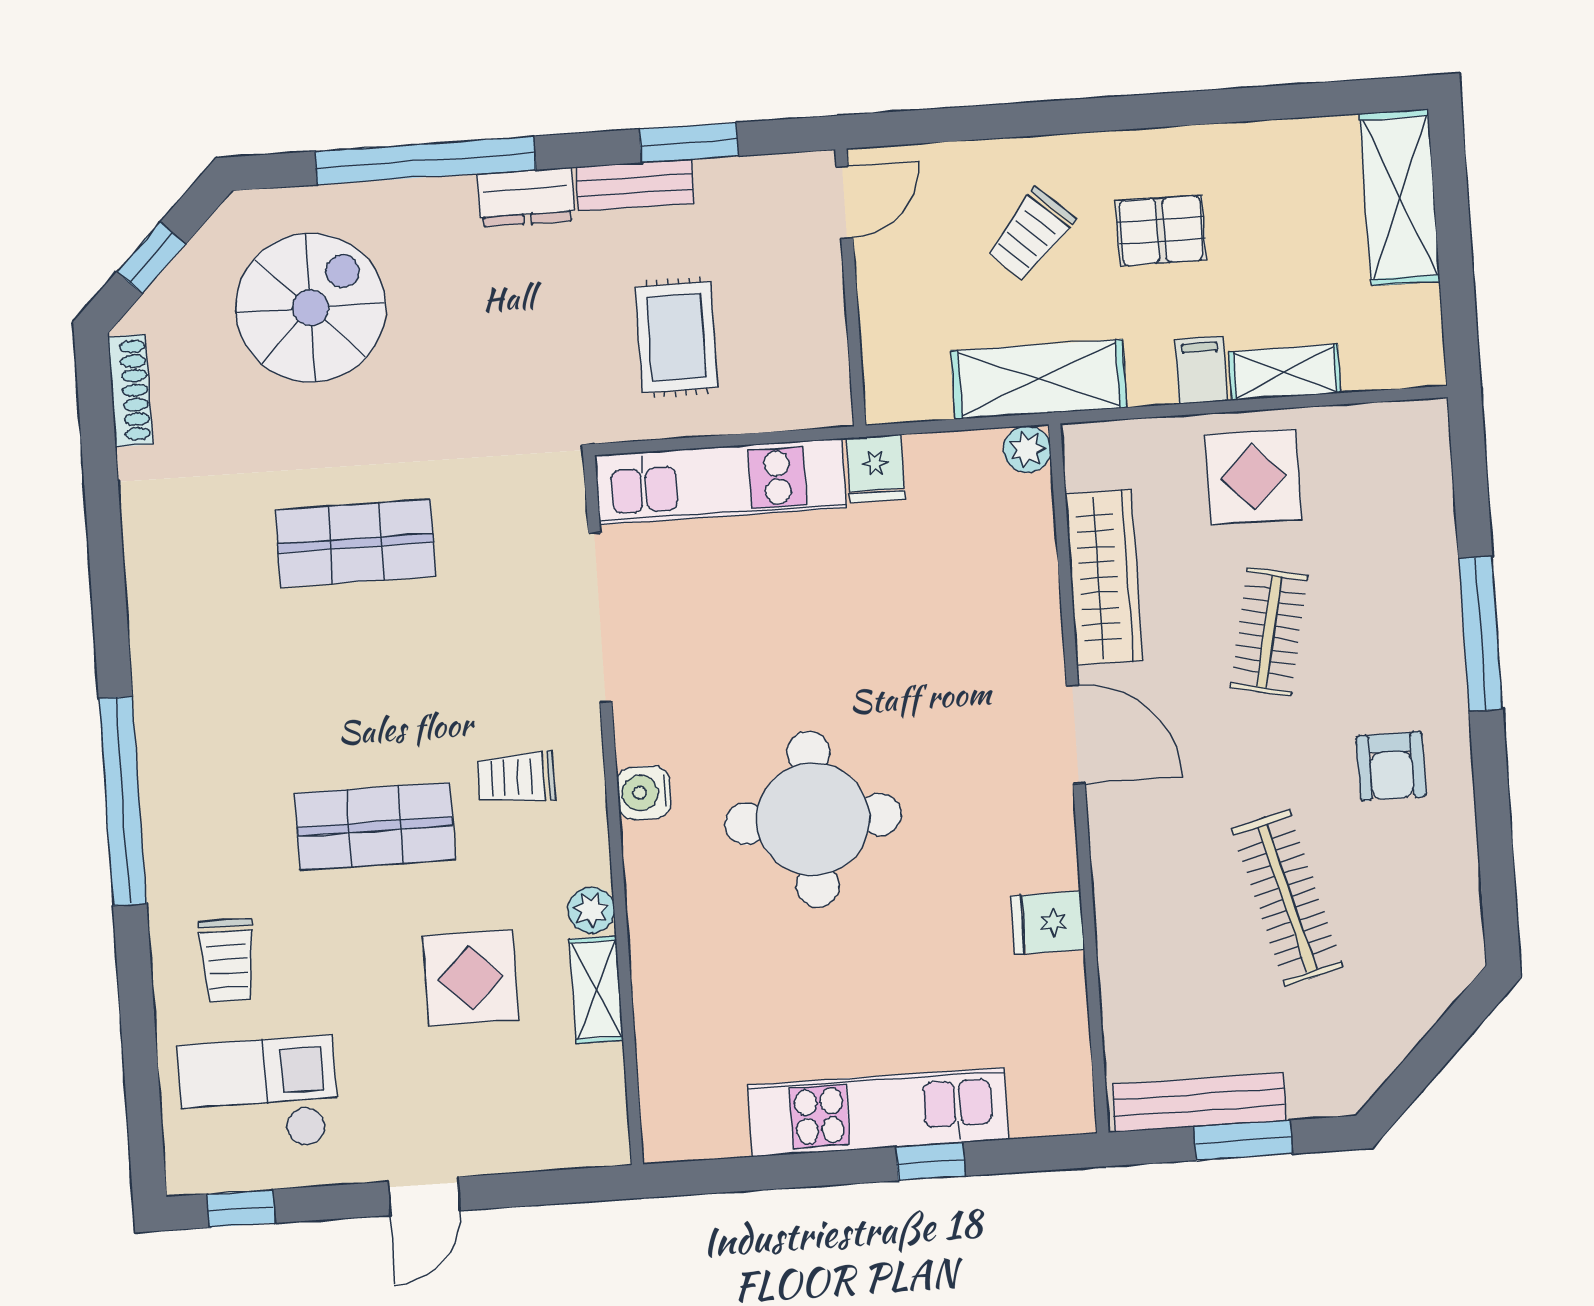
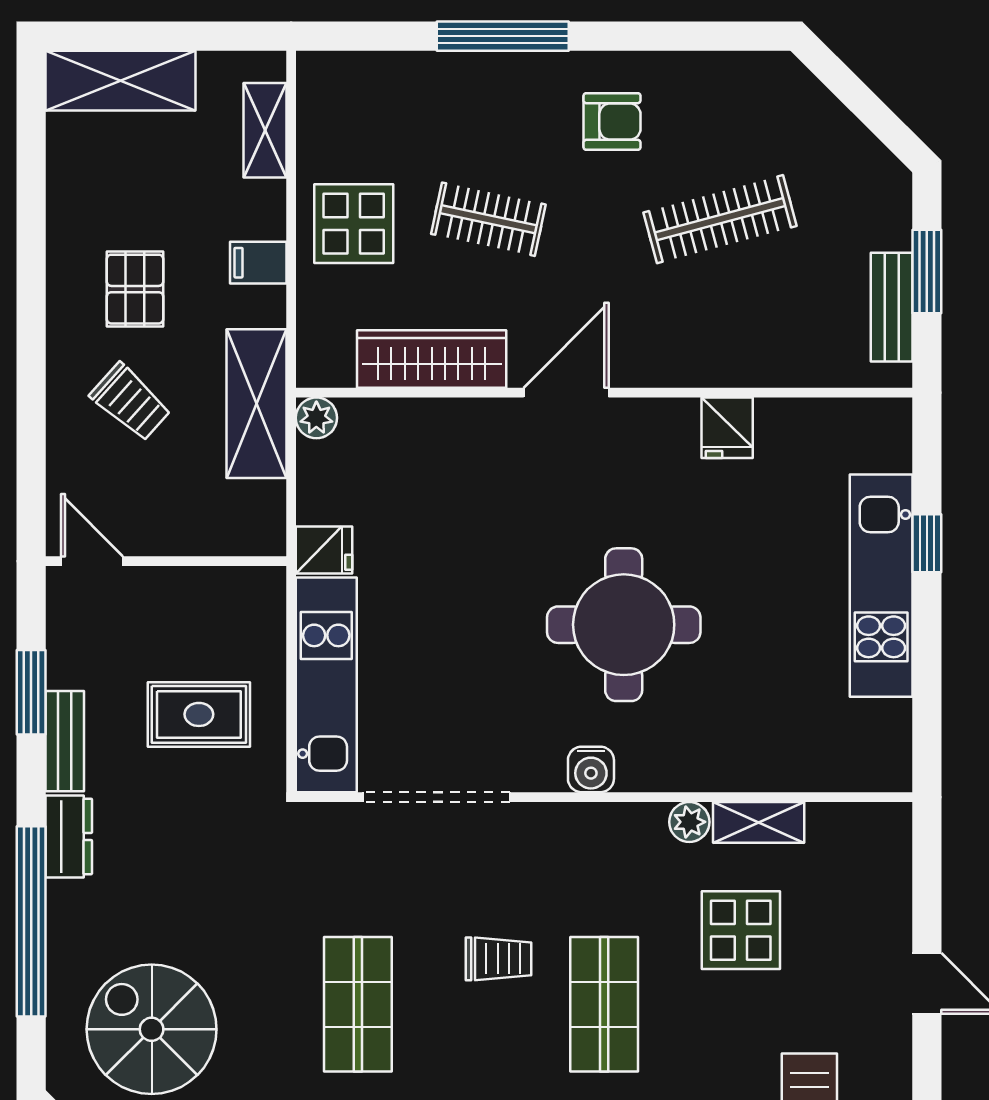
shelving: (1285, 372) -> (265, 130), moved
trolley: (517, 778) -> (499, 959), moved, turned -90
bench: (1199, 1102) -> (892, 307), width x0.73

